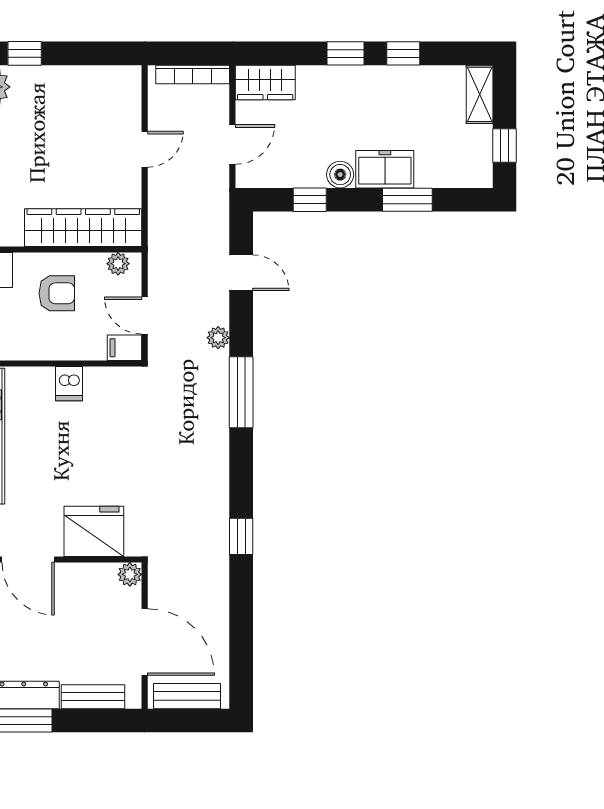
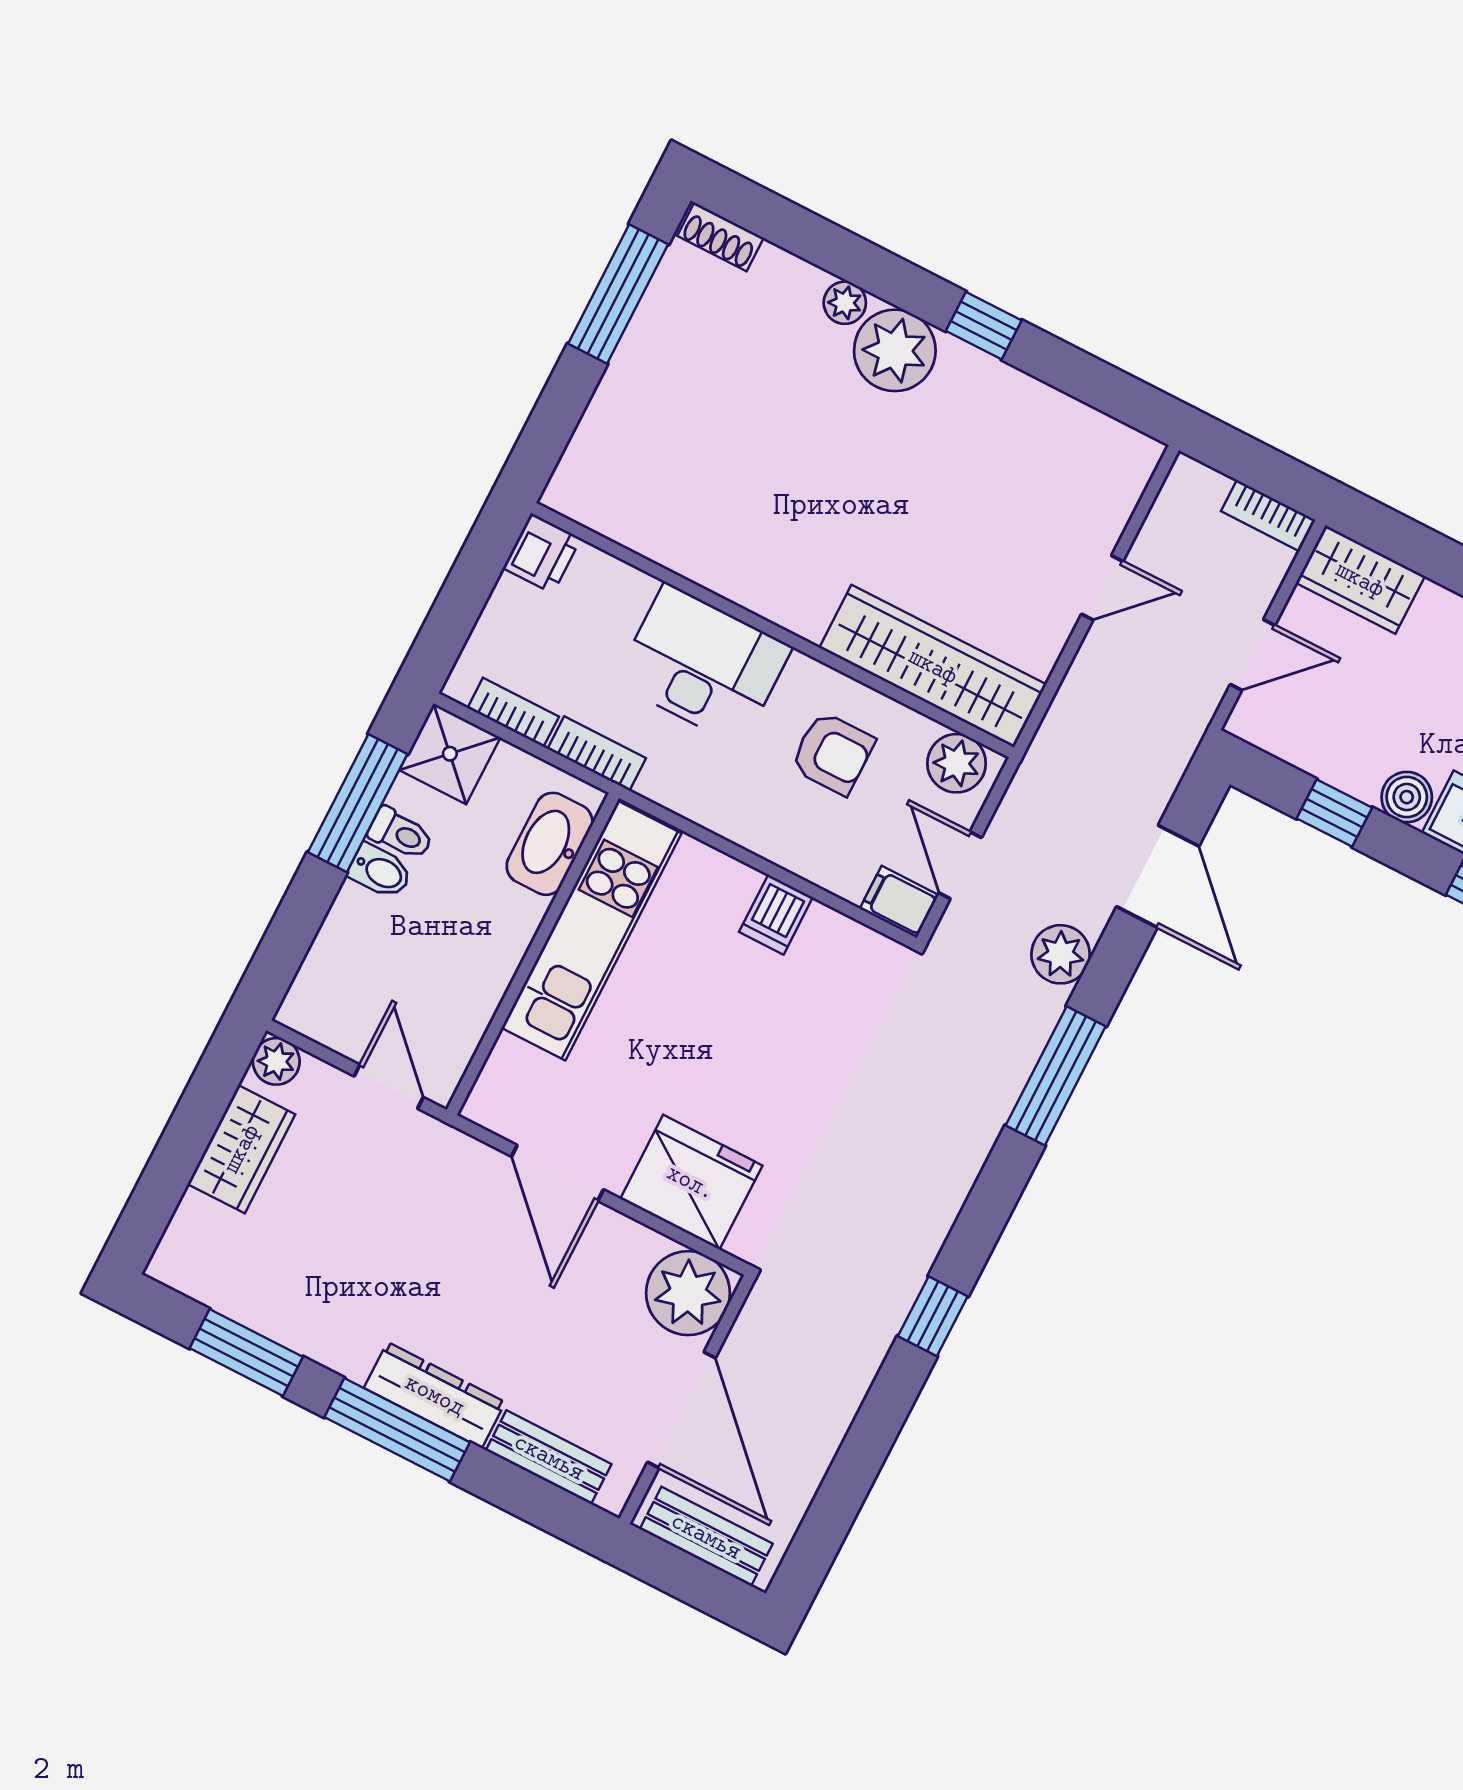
bookcase: (193, 75) -> (1268, 516), width x0.64
plant: (118, 264) -> (957, 763), width x1.38, depth x1.38
door: (241, 273) -> (1158, 876), width x1.38
plant: (218, 338) -> (1061, 954), width x1.38, depth x1.38
plant: (130, 574) -> (688, 1293), width x1.88, depth x1.88

